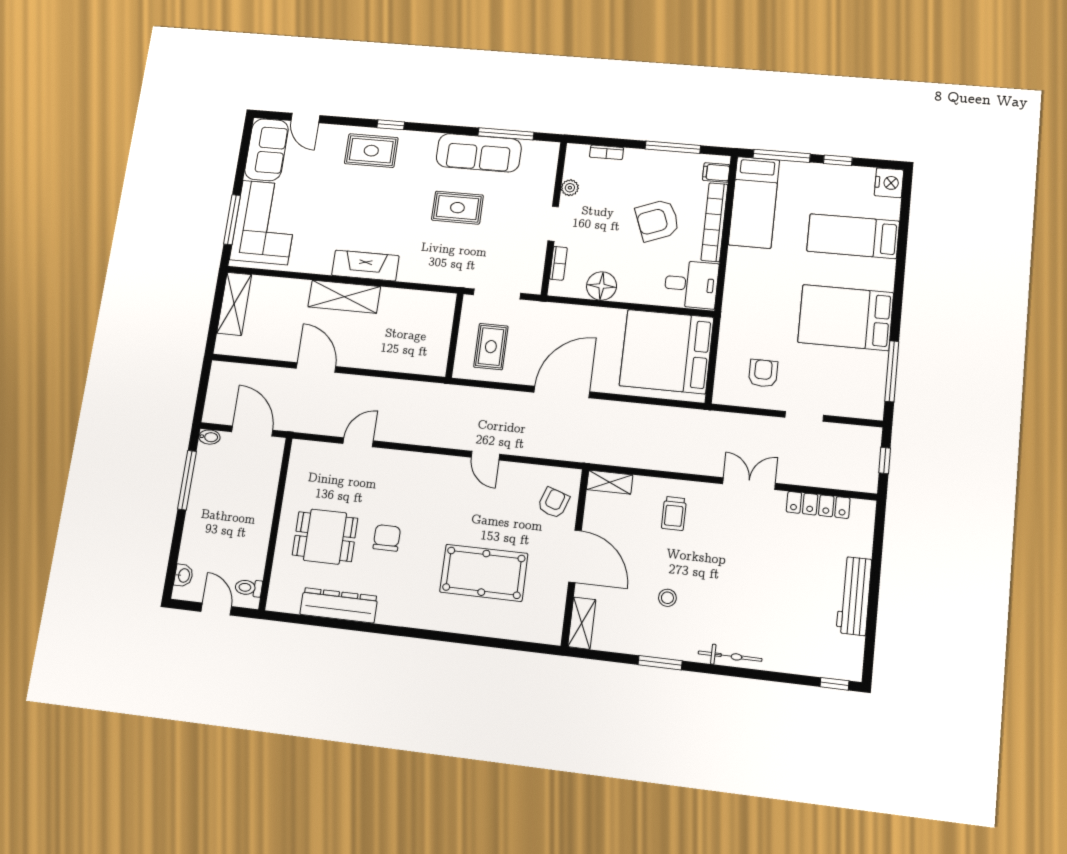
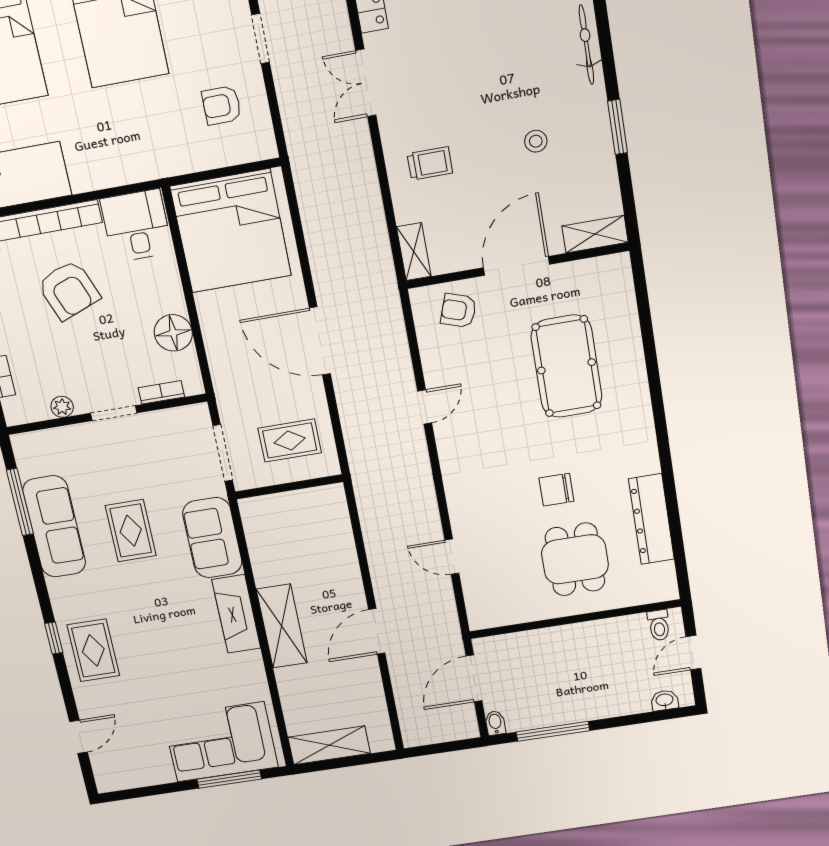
sofa: (267, 150) -> (212, 538), moved, turned -90

